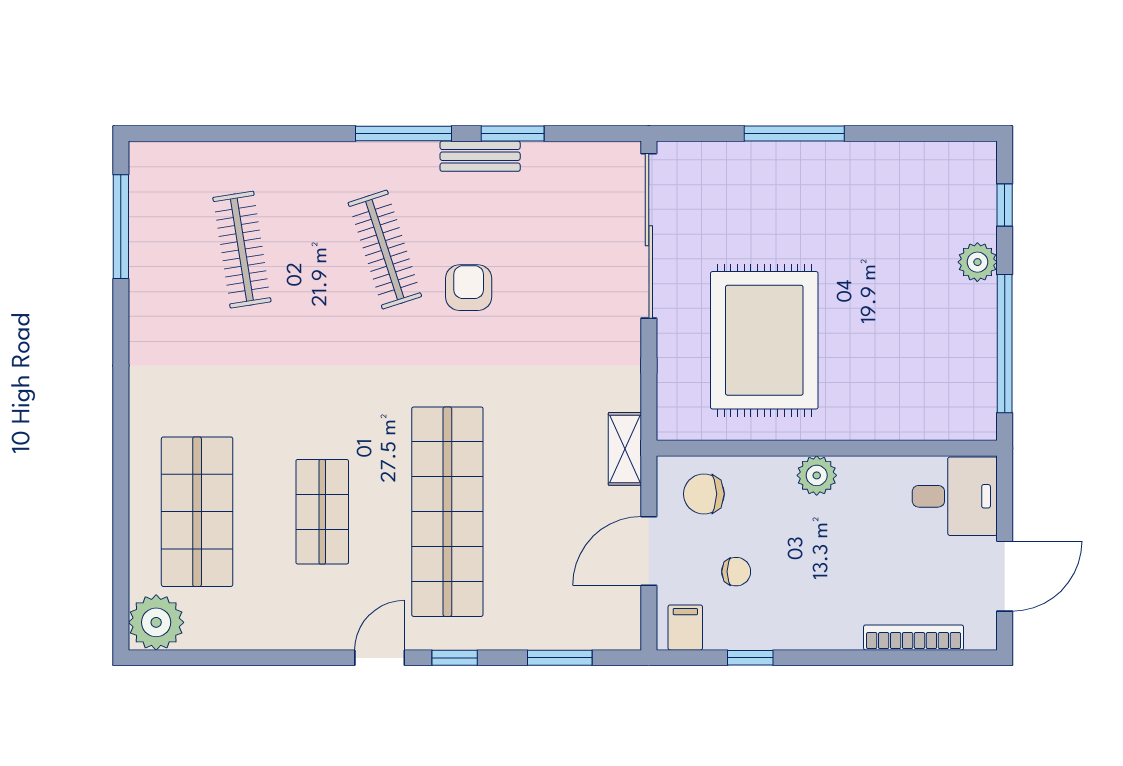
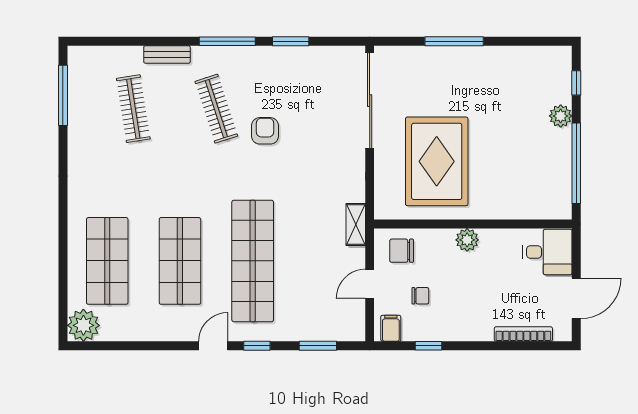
bench: (480, 156) -> (167, 54), moved
shop shelf: (322, 512) -> (180, 261), width x1.43, depth x1.36
door: (649, 551) -> (370, 284), width x0.73

